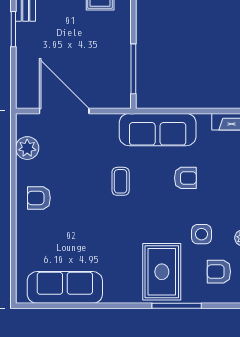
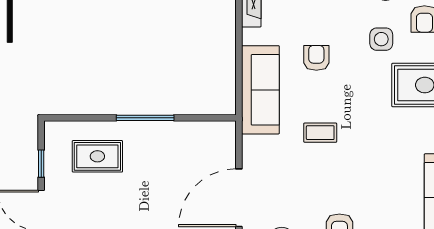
window: (133, 69) -> (145, 118), moved

